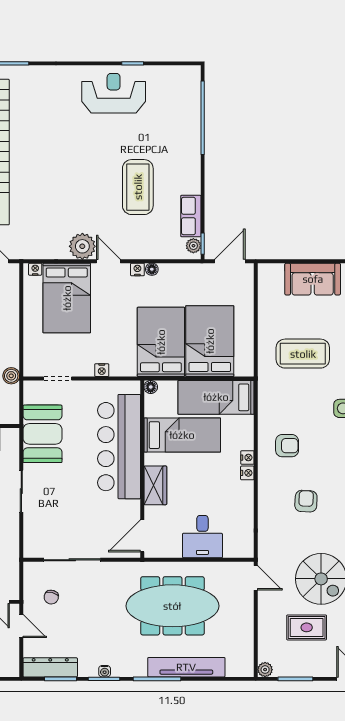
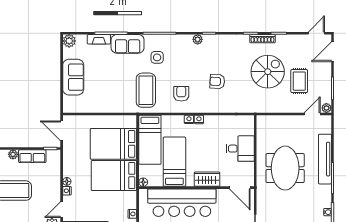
plant: (193, 246) -> (13, 154), moved
coffee table: (303, 354) -> (146, 90), moved
door: (256, 578) -> (312, 114), moved
meeting table: (172, 606) -> (285, 168), width x0.73

